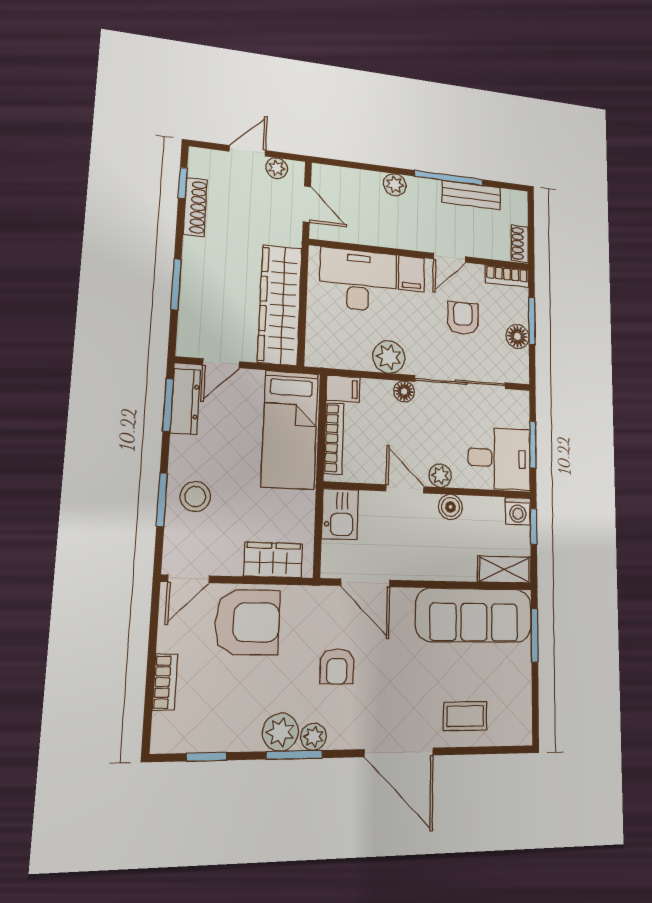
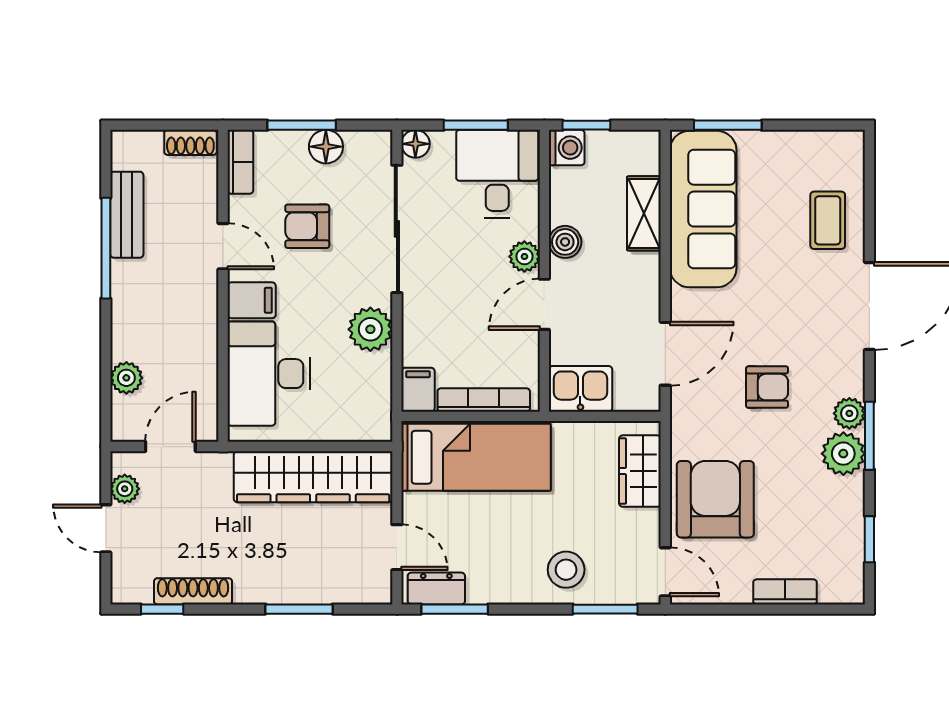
plant: (395, 185) -> (126, 378), moved
floor lamp: (404, 391) -> (415, 144), moved
dresser: (185, 401) -> (436, 589), width x0.70
window: (162, 500) -> (605, 609), moved
shelving: (504, 570) -> (644, 213), moved

